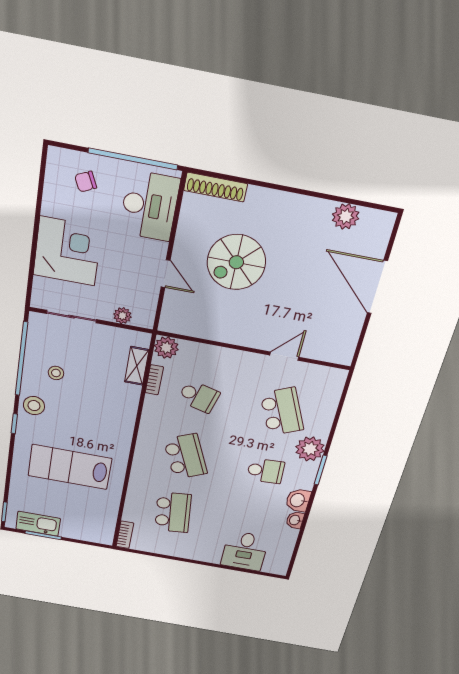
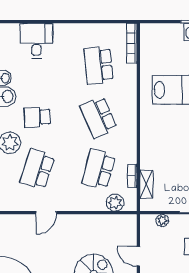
plant: (166, 348) -> (115, 203), moved
school desk: (199, 396) -> (99, 169), width x1.85
school desk: (282, 412) -> (37, 169), turned 42
bookcase: (125, 535) -> (132, 43), width x1.56

